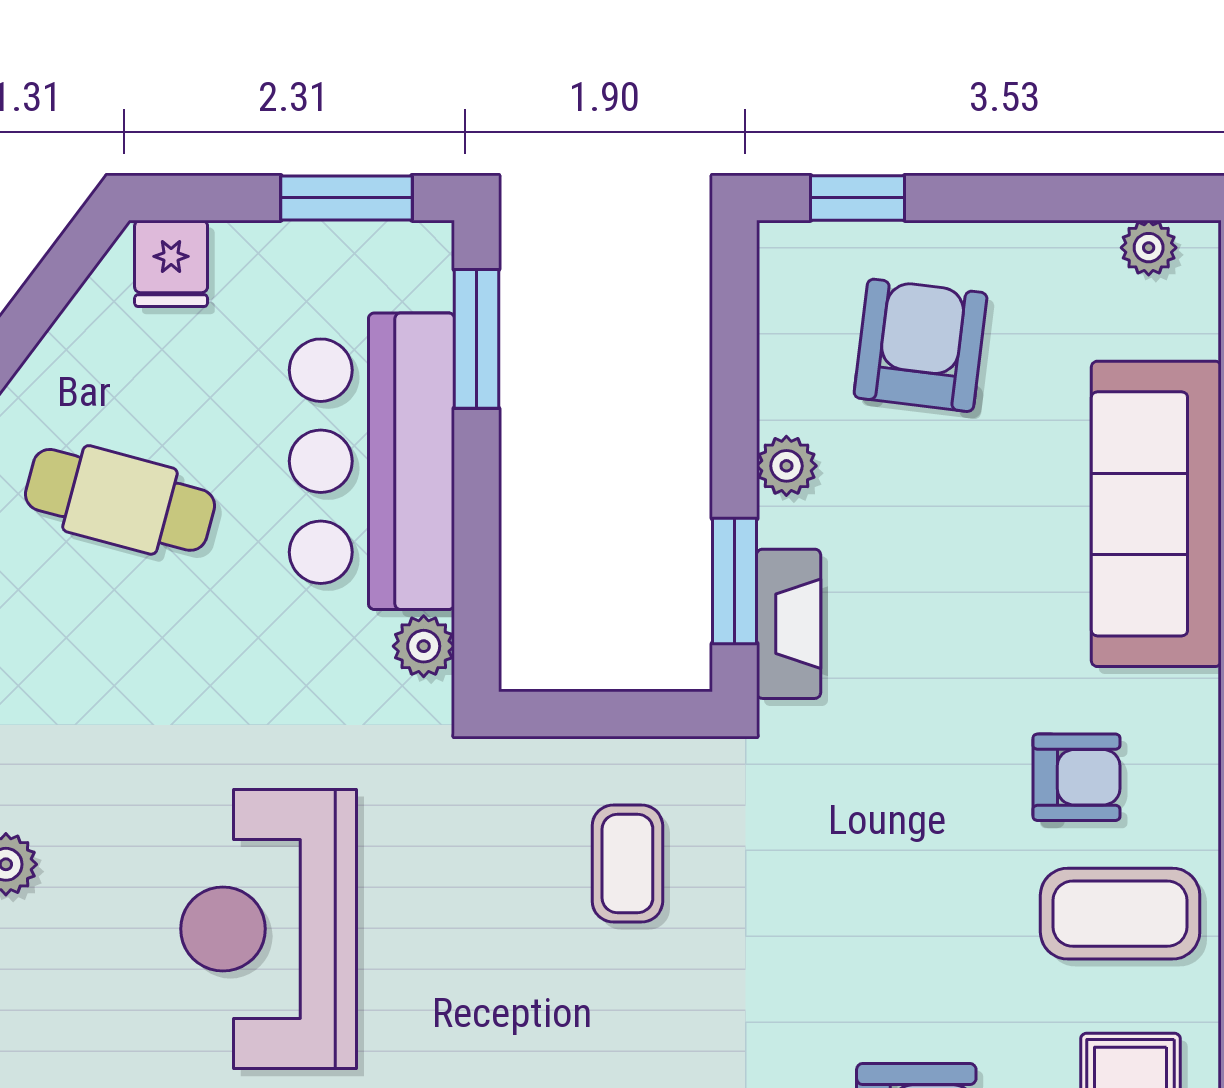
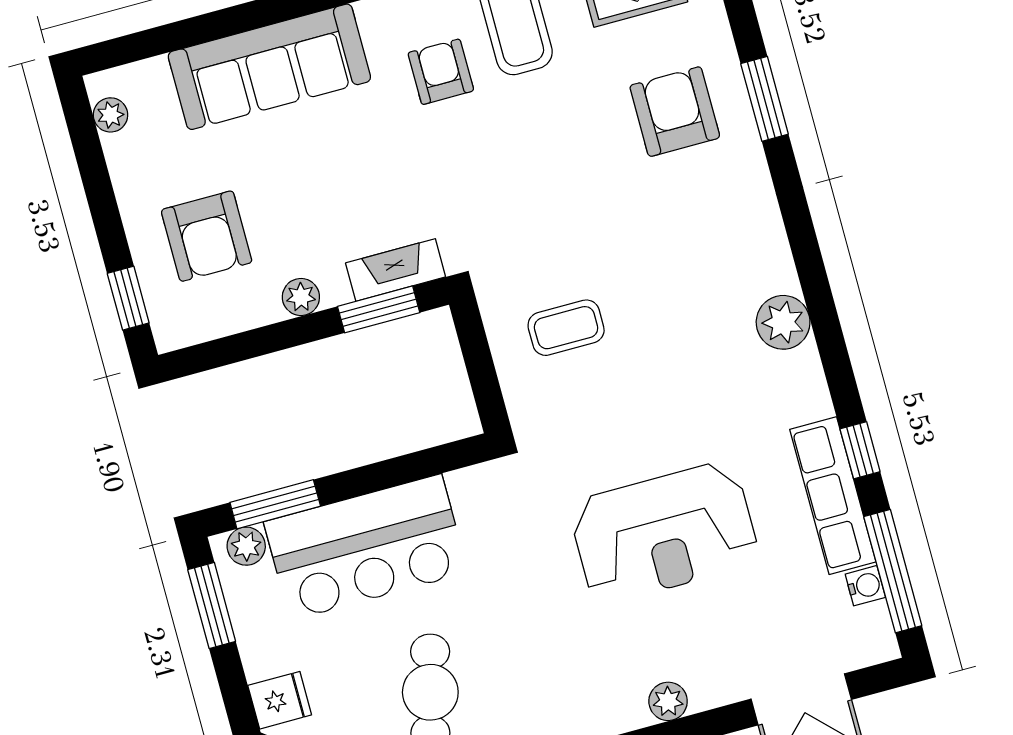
armchair: (921, 345) -> (207, 236), turned -97
plant: (424, 646) -> (246, 546), moved

